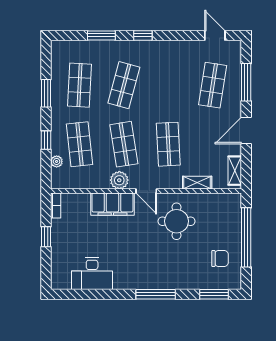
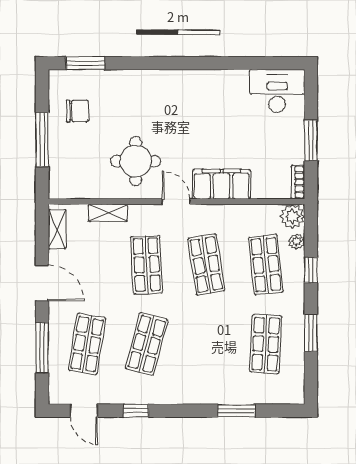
window: (143, 35) -> (136, 411), moved
shop shelf: (124, 85) -> (147, 344), moved
door: (246, 130) -> (42, 283), hinge flipped
plant: (119, 180) -> (292, 216), moved
window: (46, 237) -> (311, 140), width x1.50
window: (246, 237) -> (42, 139), width x0.68
chair: (220, 258) -> (77, 111), turned 180
desk: (92, 274) -> (277, 91), moved
window: (156, 294) -> (164, 63), removed

